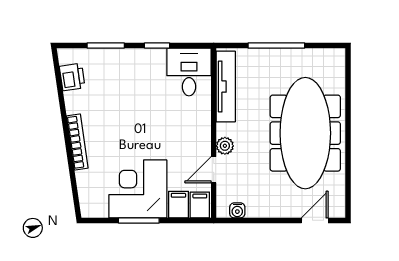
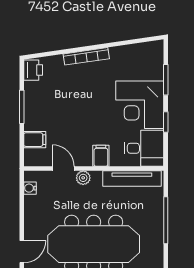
printer: (72, 77) -> (33, 70), moved, turned -82
corner desk: (138, 189) -> (140, 105), moved, turned 180
filing cabinet: (200, 205) -> (101, 156), moved, turned -90
door: (315, 220) -> (22, 252), hinge flipped

